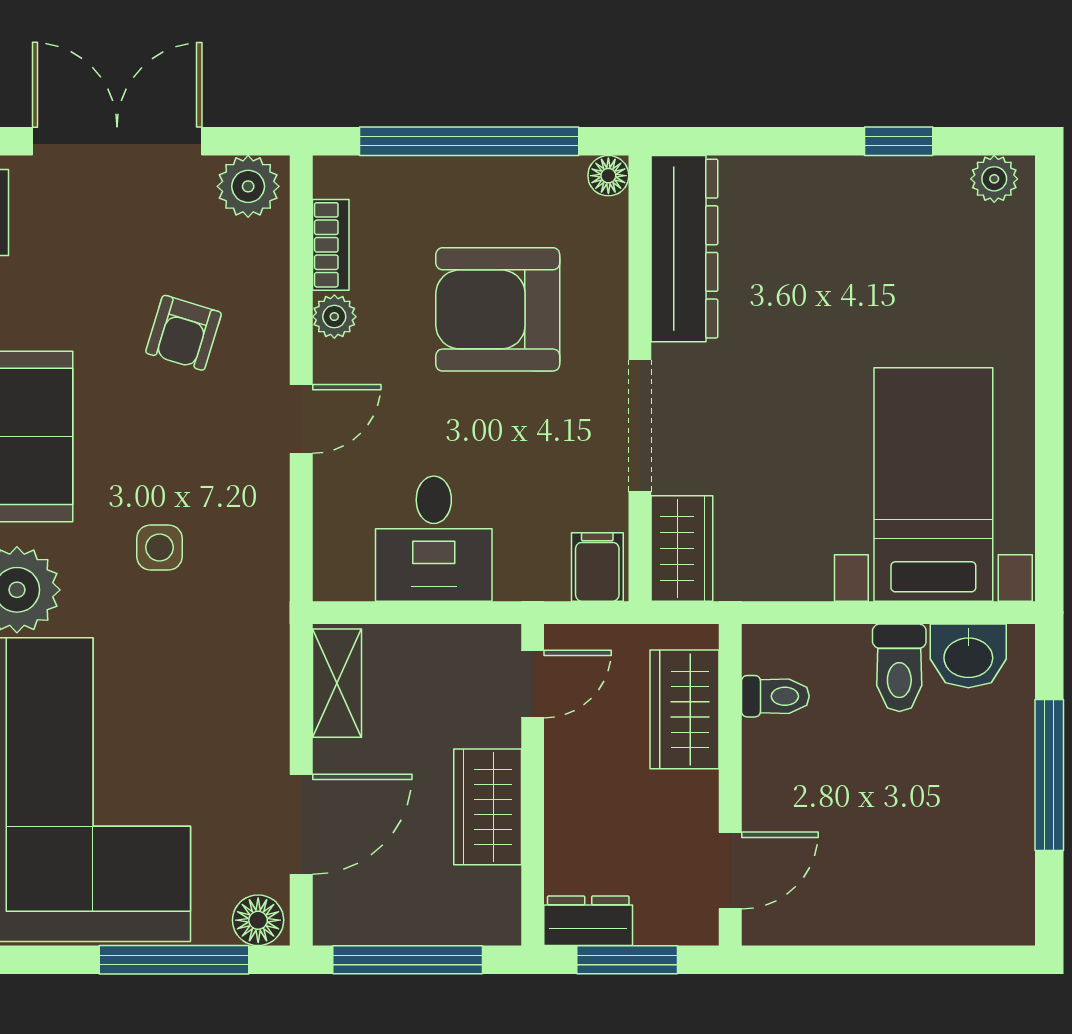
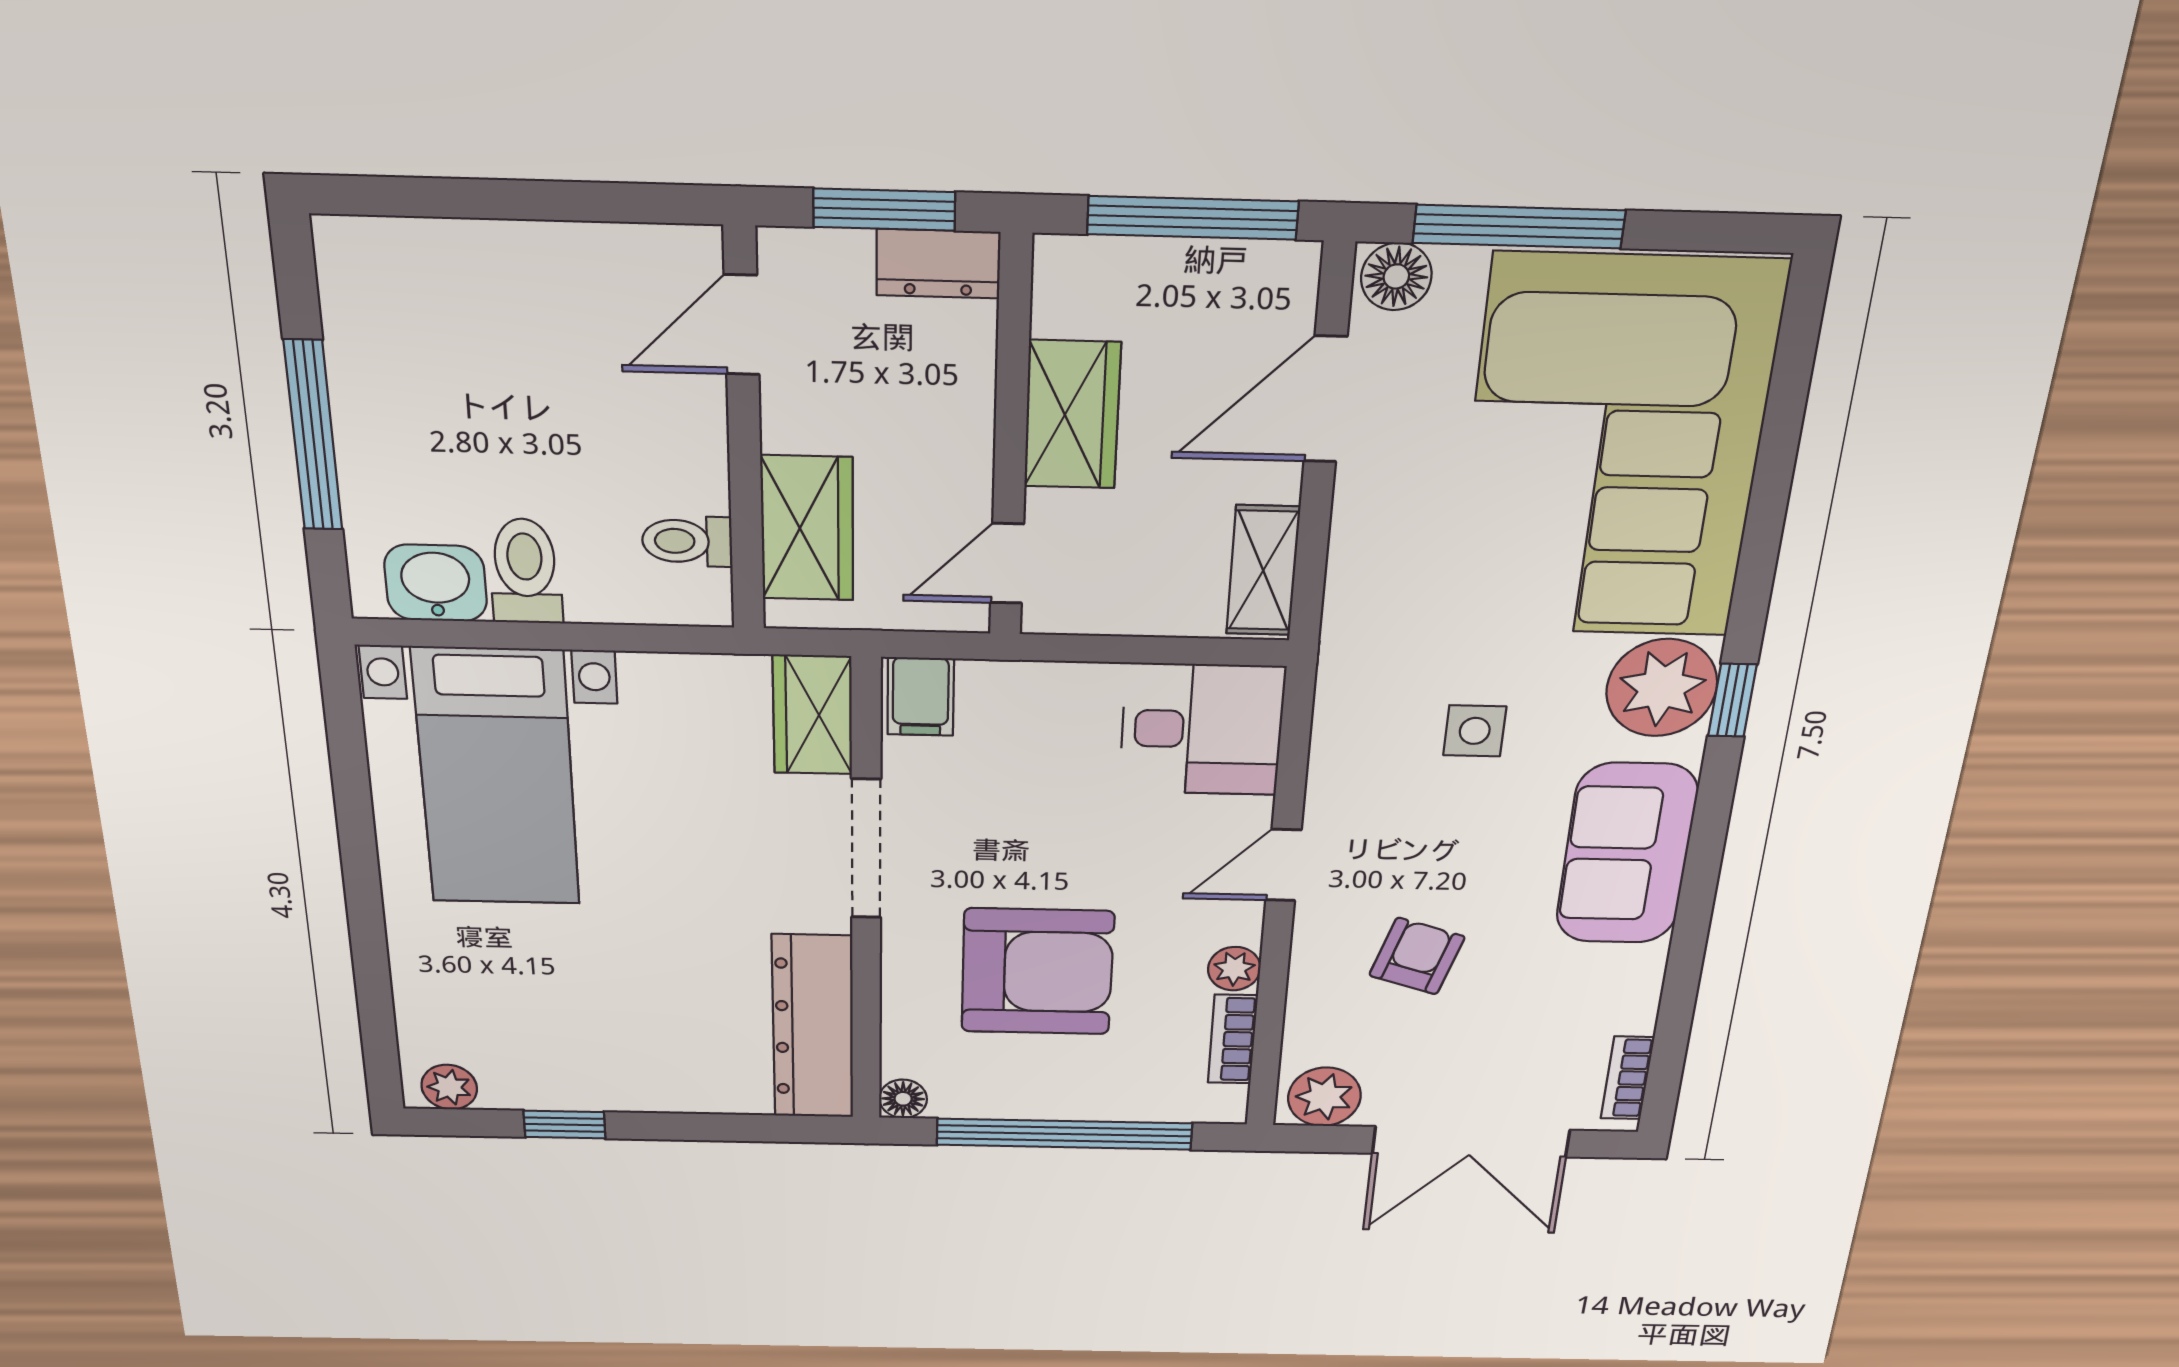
desk: (434, 539) -> (1202, 729), moved, turned 90

